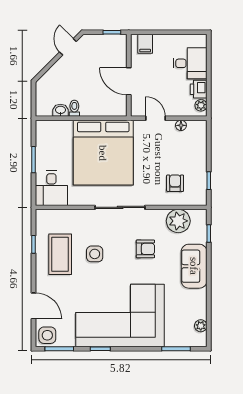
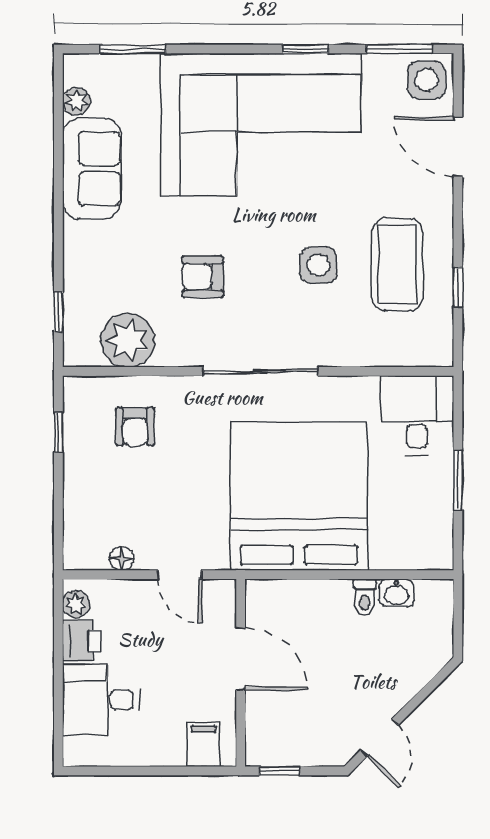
sofa: (194, 266) -> (92, 168), moved

